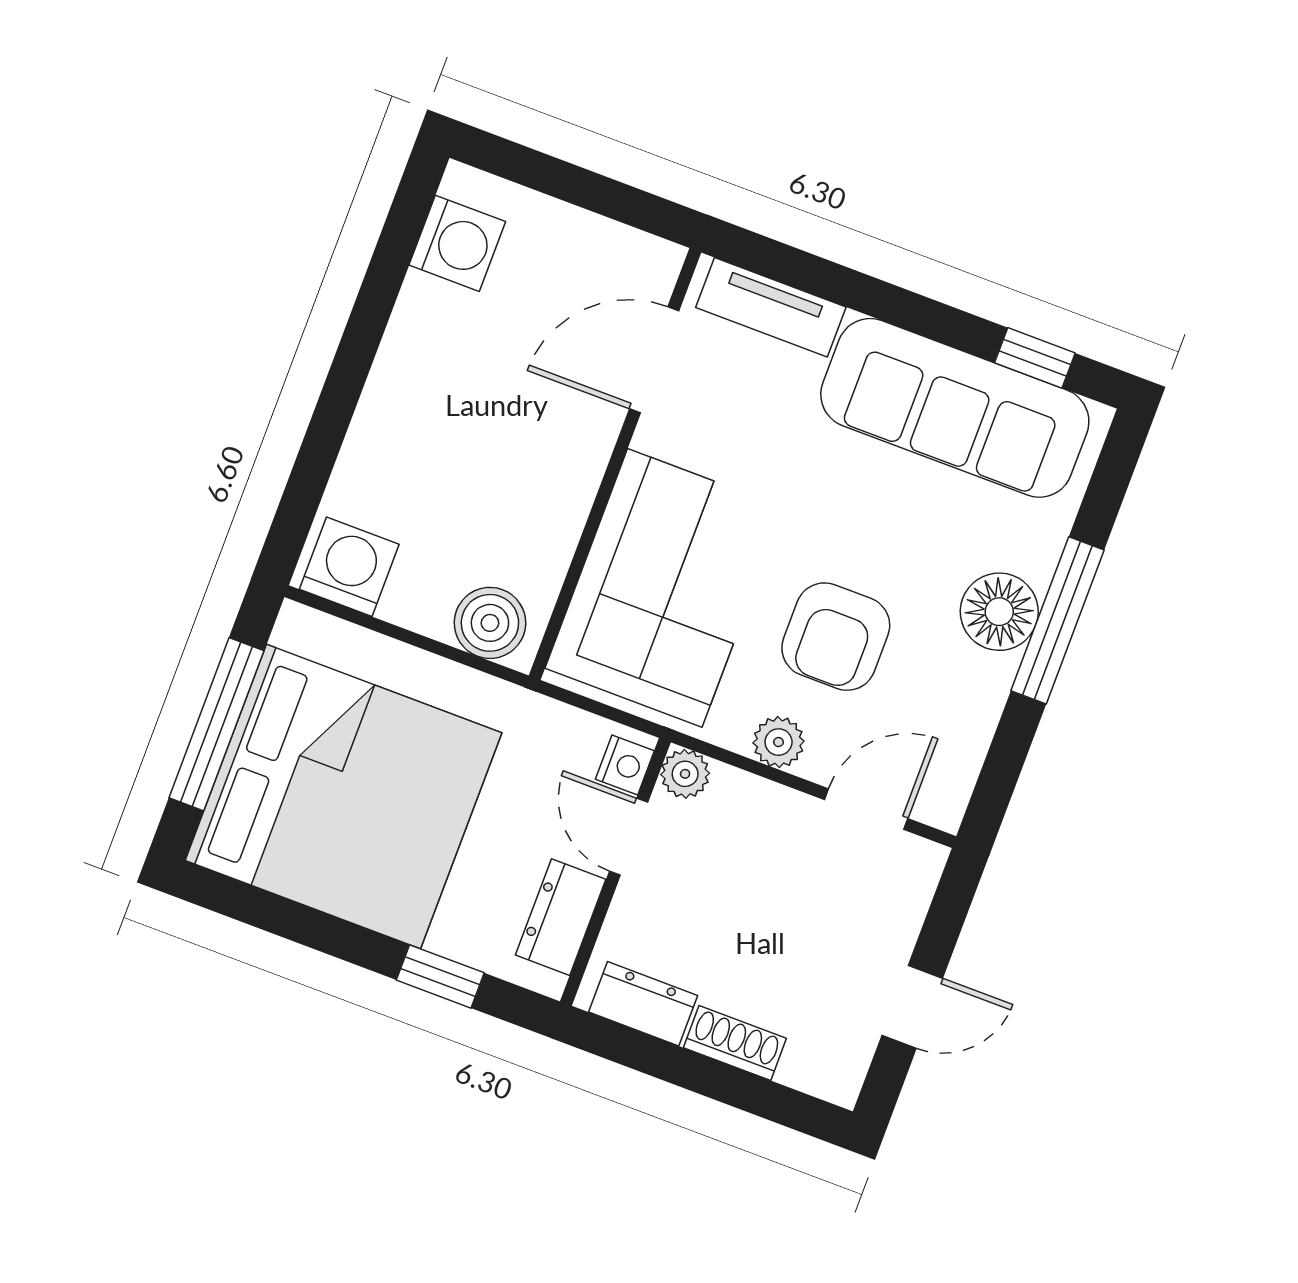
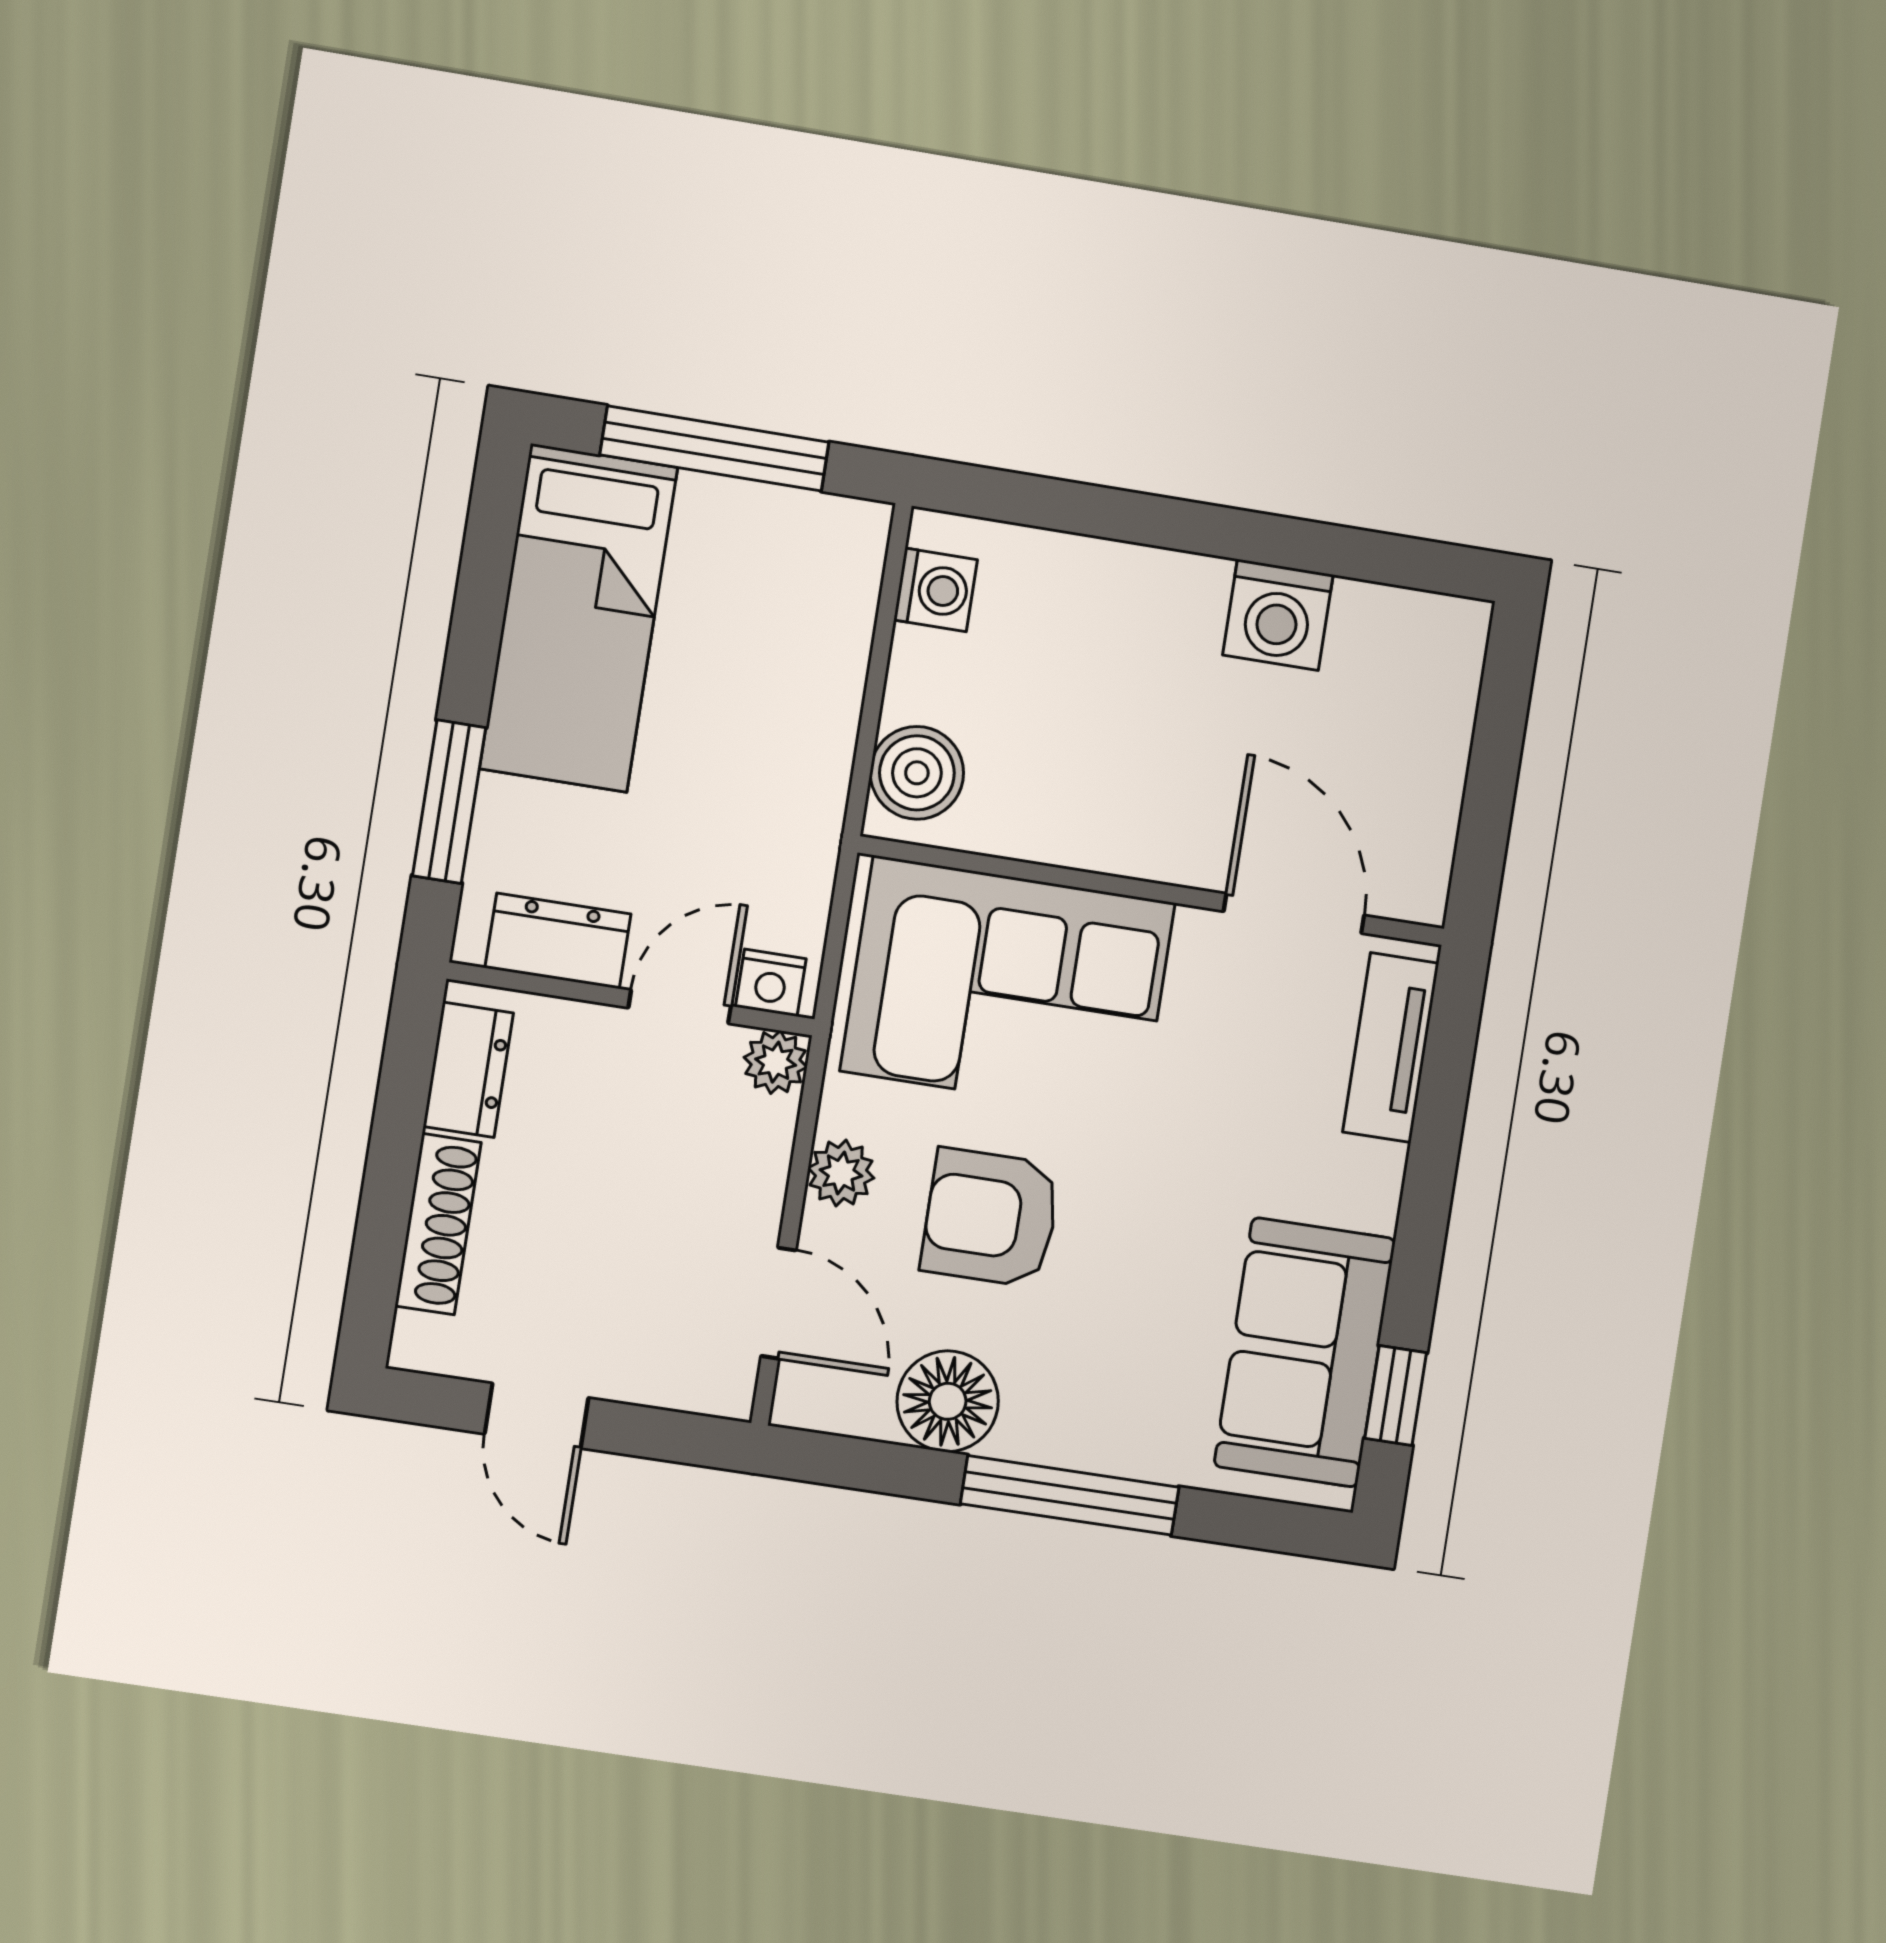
washing machine: (457, 243) -> (1278, 615), moved
sofa: (955, 408) -> (1305, 1352), width x0.73
washing machine: (349, 567) -> (936, 590), width x0.73, depth x0.73
floor lamp: (999, 612) -> (948, 1401), moved
bed: (344, 797) -> (579, 618), width x0.49
window: (440, 976) -> (449, 802), width x1.50
shoe rack: (735, 1043) -> (438, 1224), width x1.43

